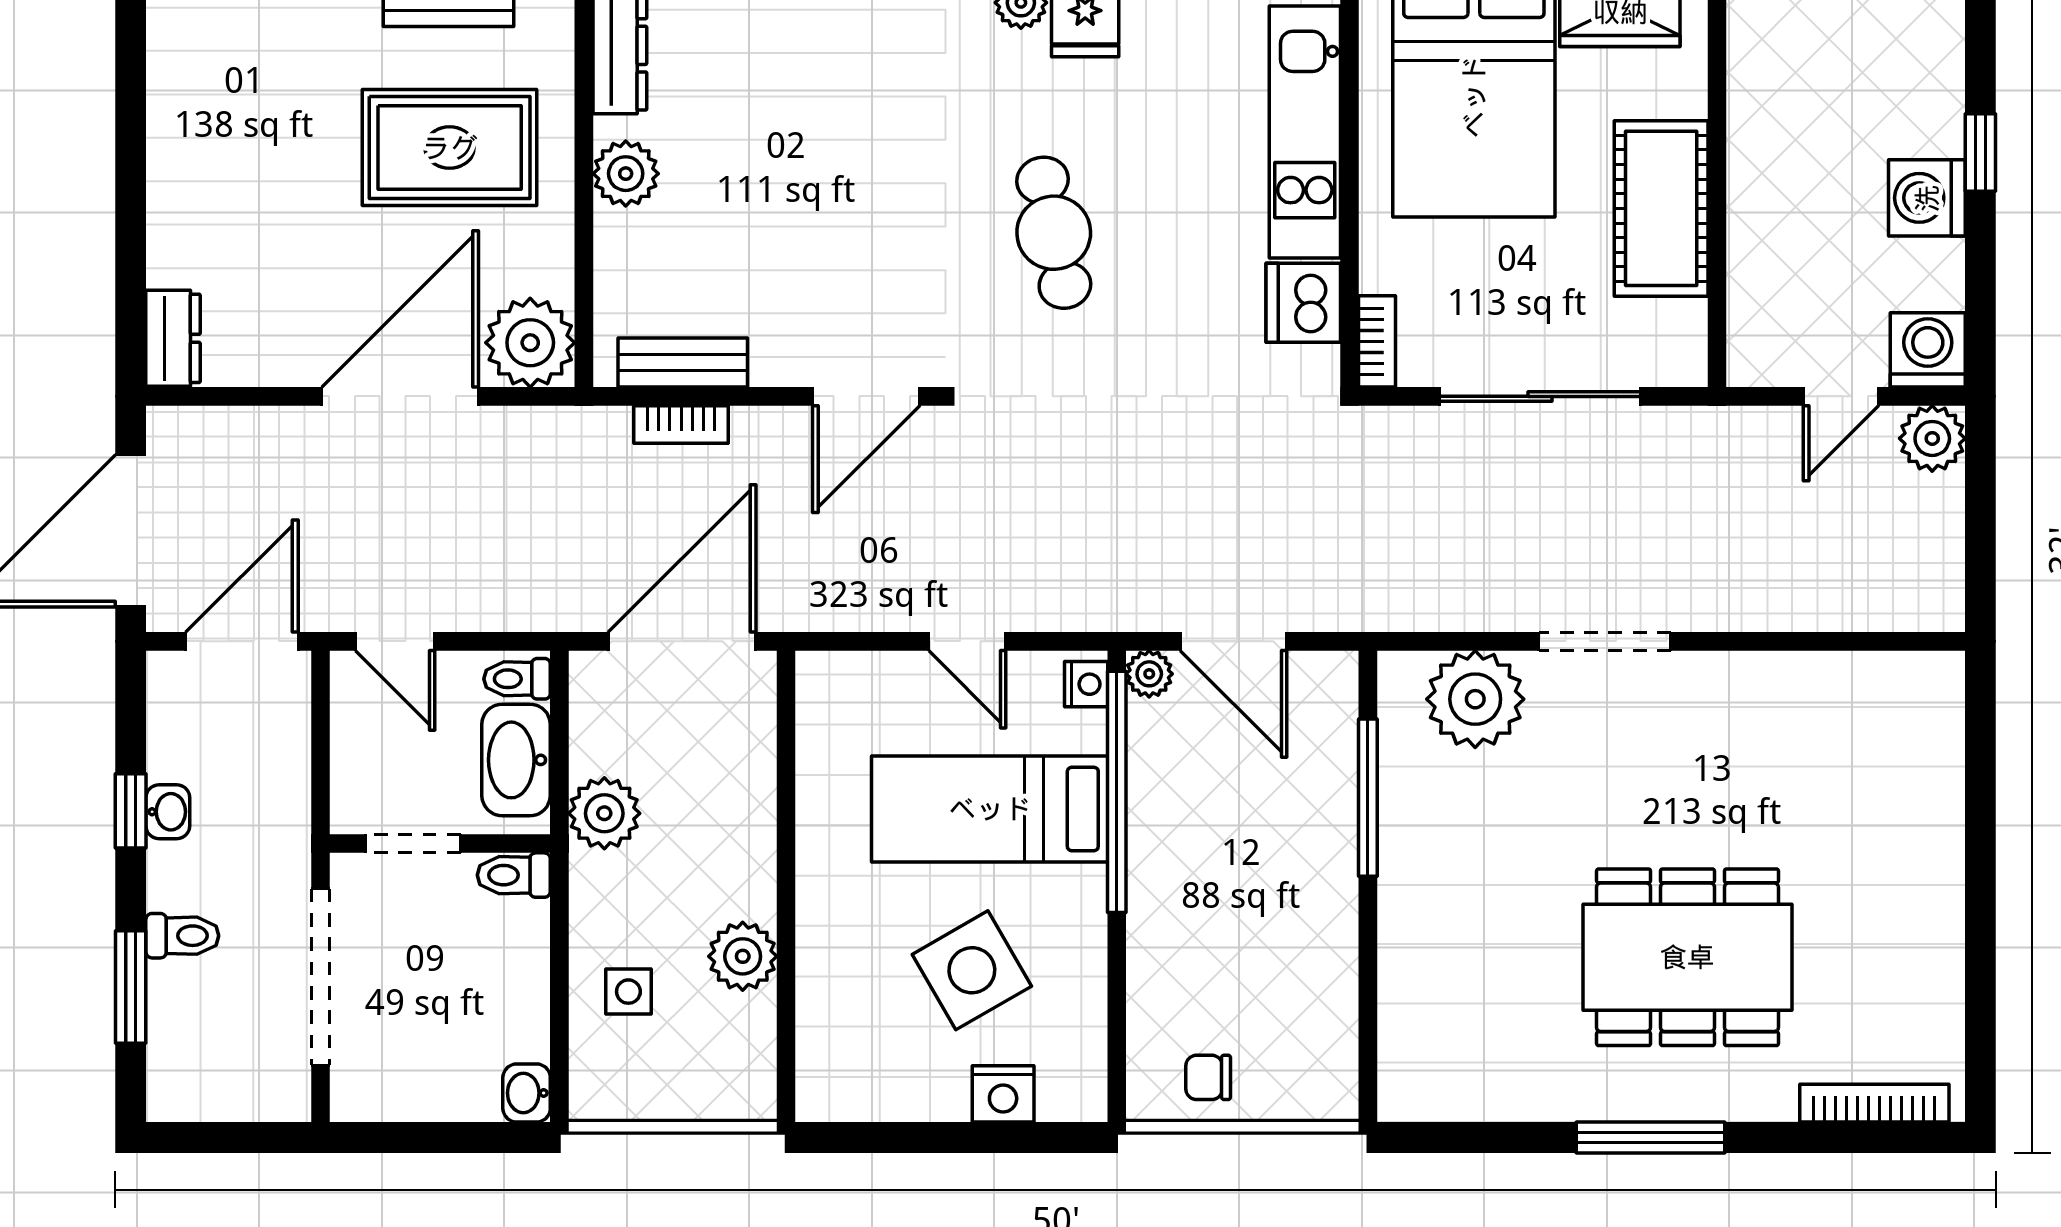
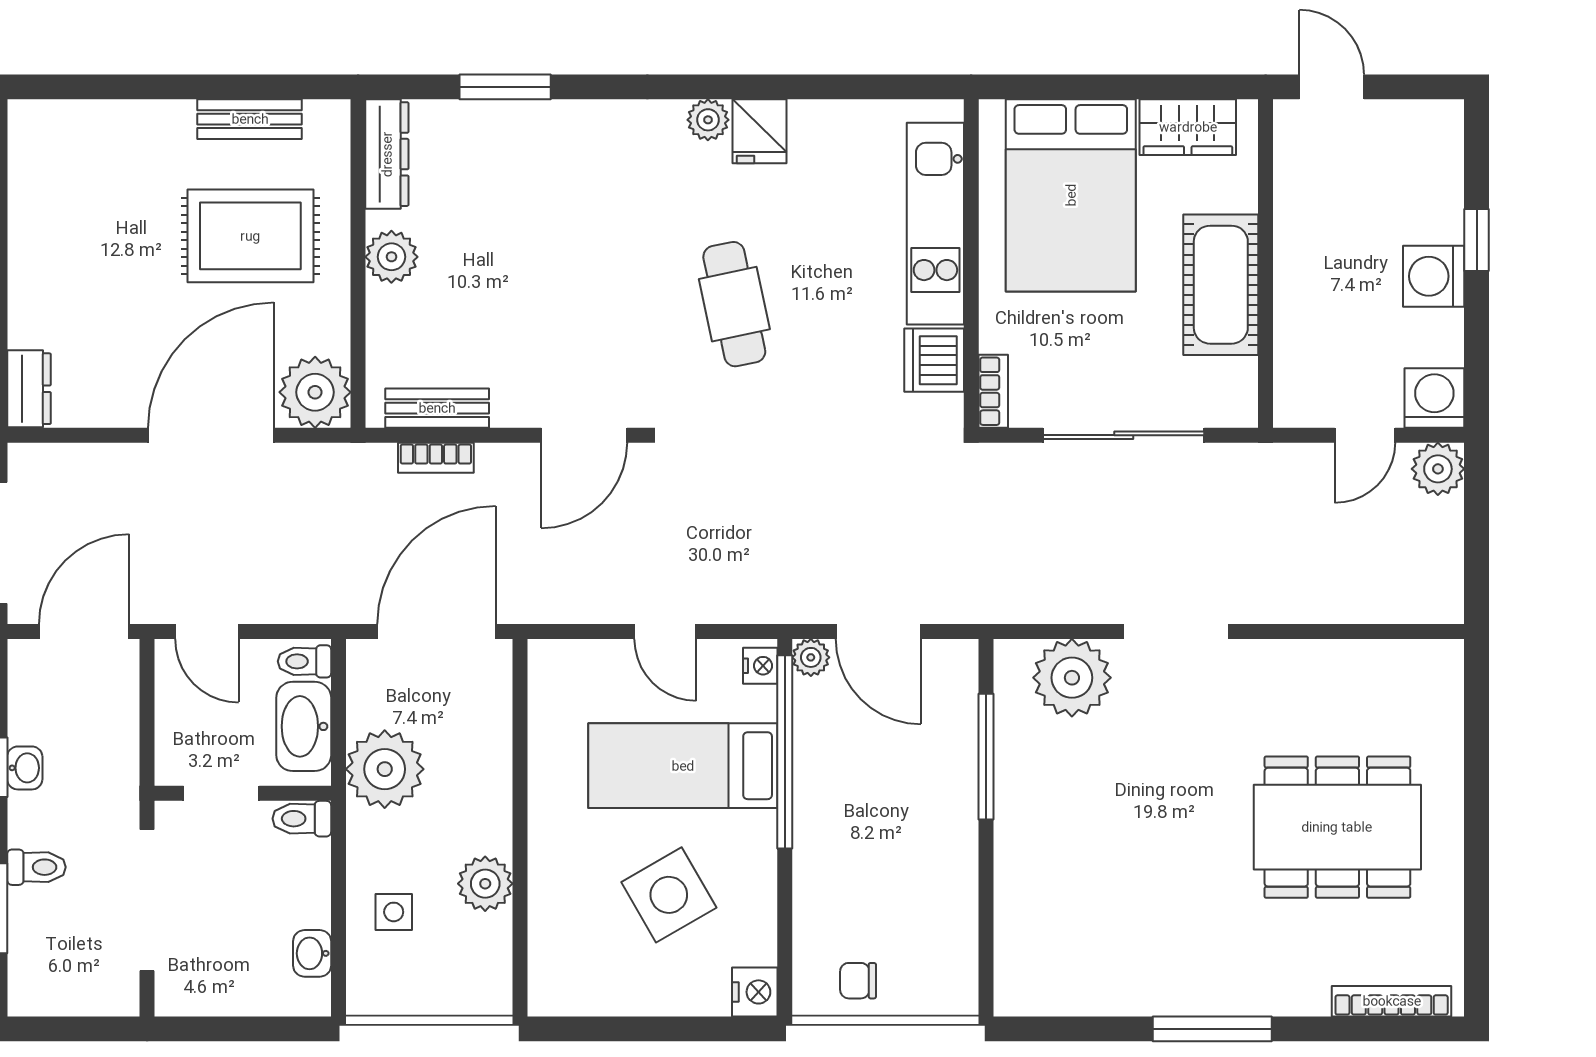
plant: (604, 813) -> (385, 769), width x1.36, depth x1.36
dining table: (1687, 957) -> (1337, 827), moved
washbasin: (527, 1093) -> (312, 953), moved
nightstand: (1003, 1094) -> (755, 992), moved, turned -90

